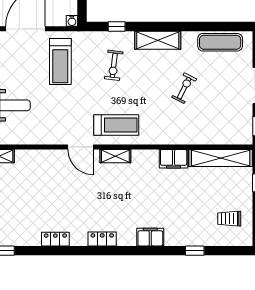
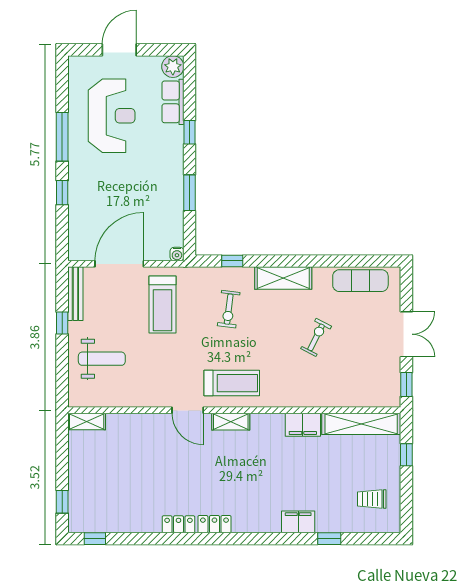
filing cabinet: (150, 237) -> (298, 522), moved
locker: (55, 239) -> (178, 524), moved

